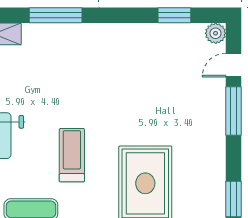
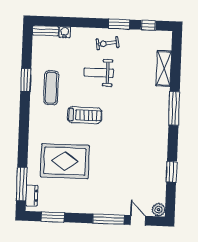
window: (174, 15) -> (172, 172), moved

